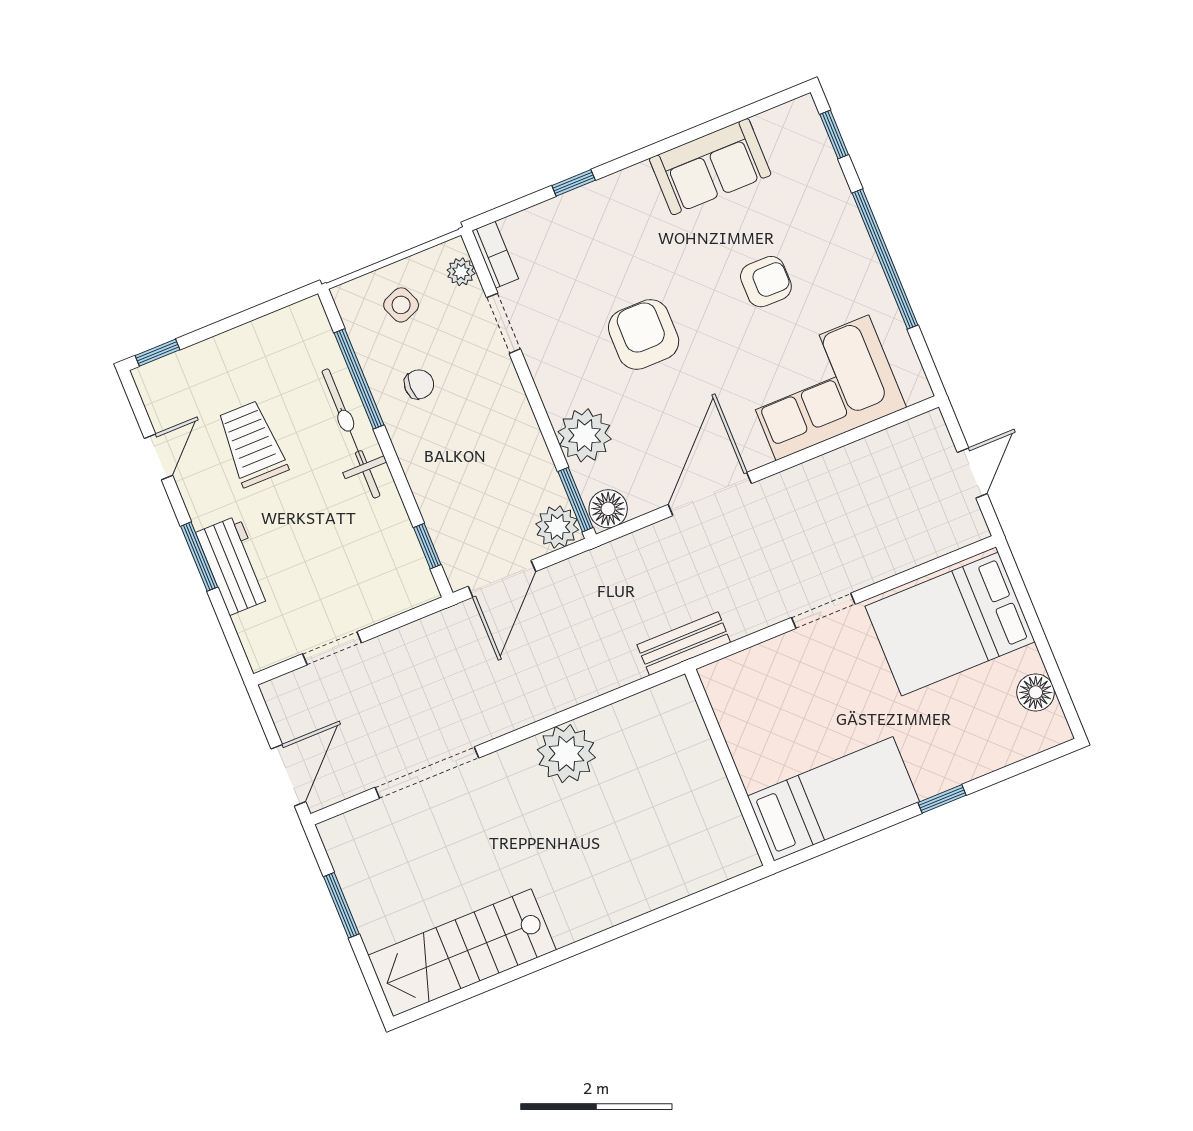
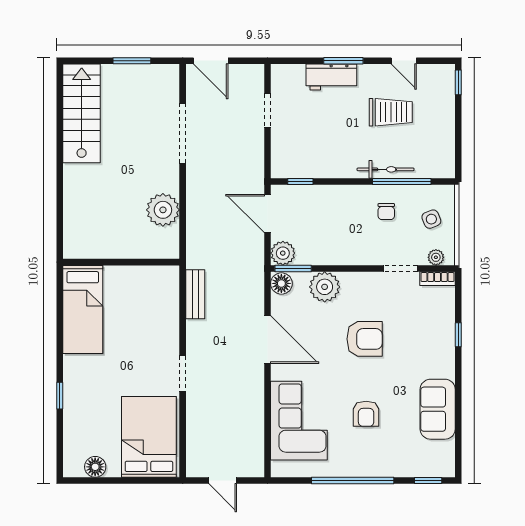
bicycle: (351, 433) -> (386, 169), width x0.73, depth x0.71
wall: (730, 767) -> (121, 262), moved
bed: (833, 799) -> (83, 309), moved

